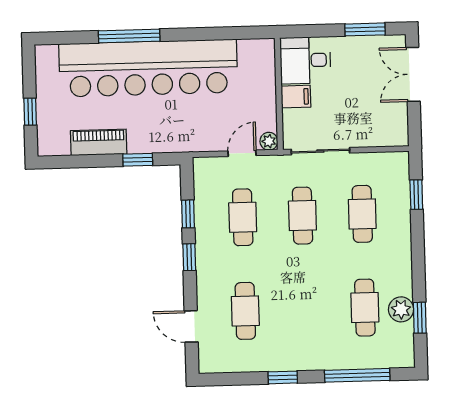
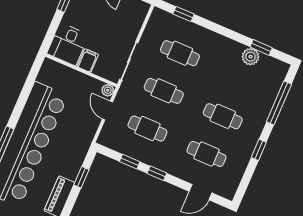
cafe table: (365, 308) -> (223, 116), moved

